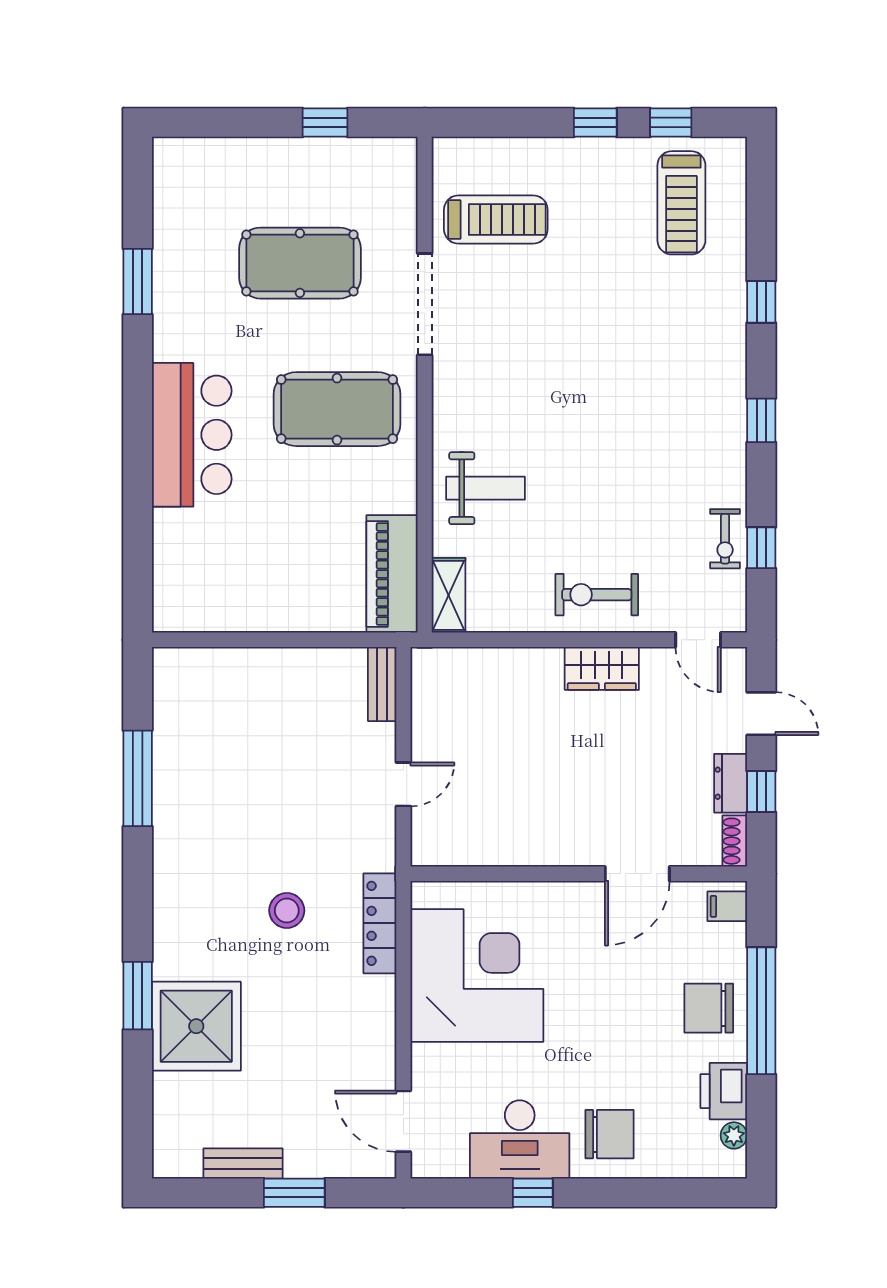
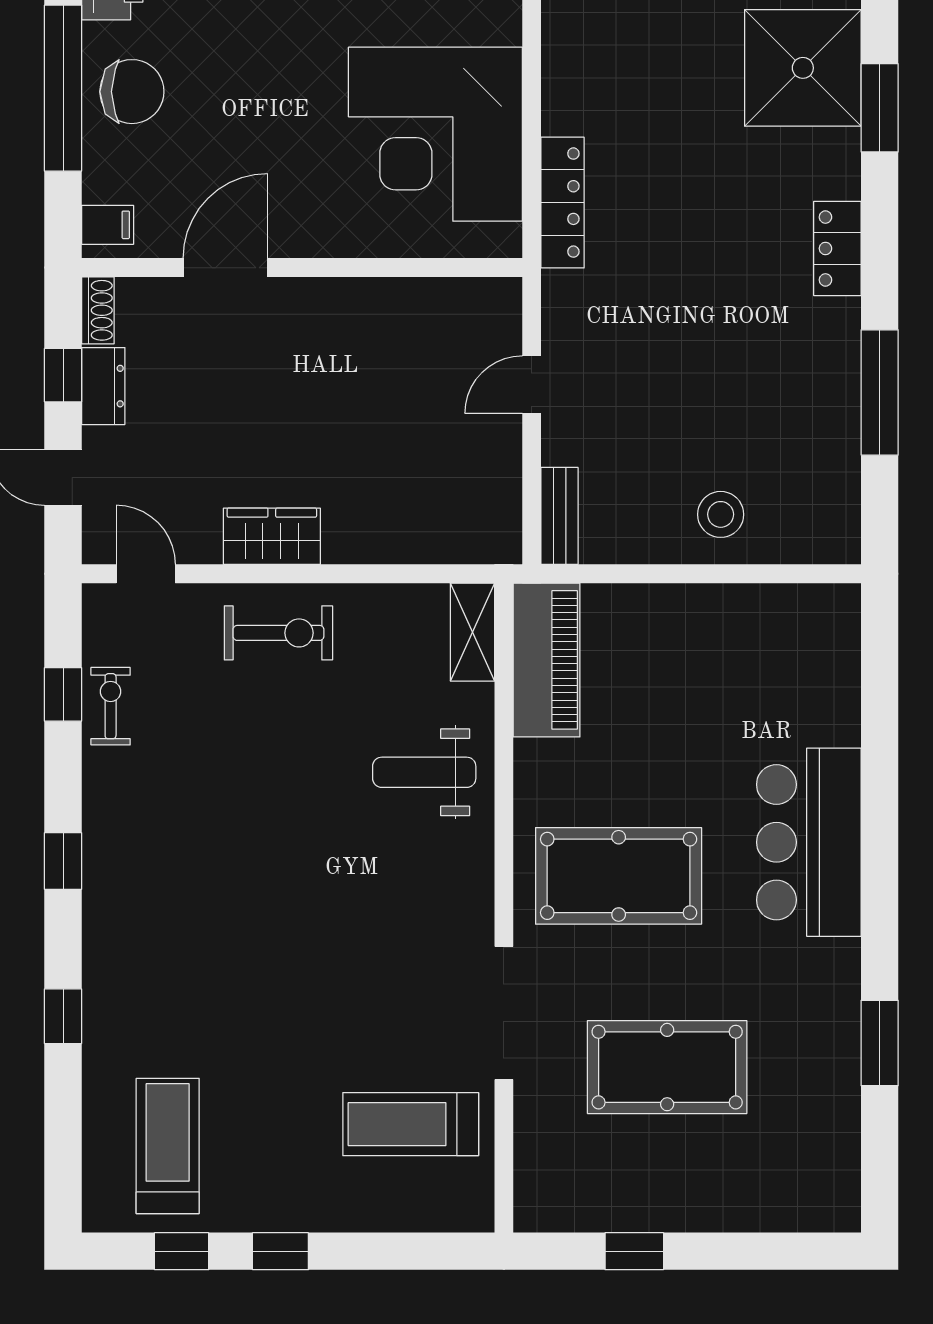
locker: (170, 888) -> (837, 248), added
stool: (287, 910) -> (721, 514), moved

